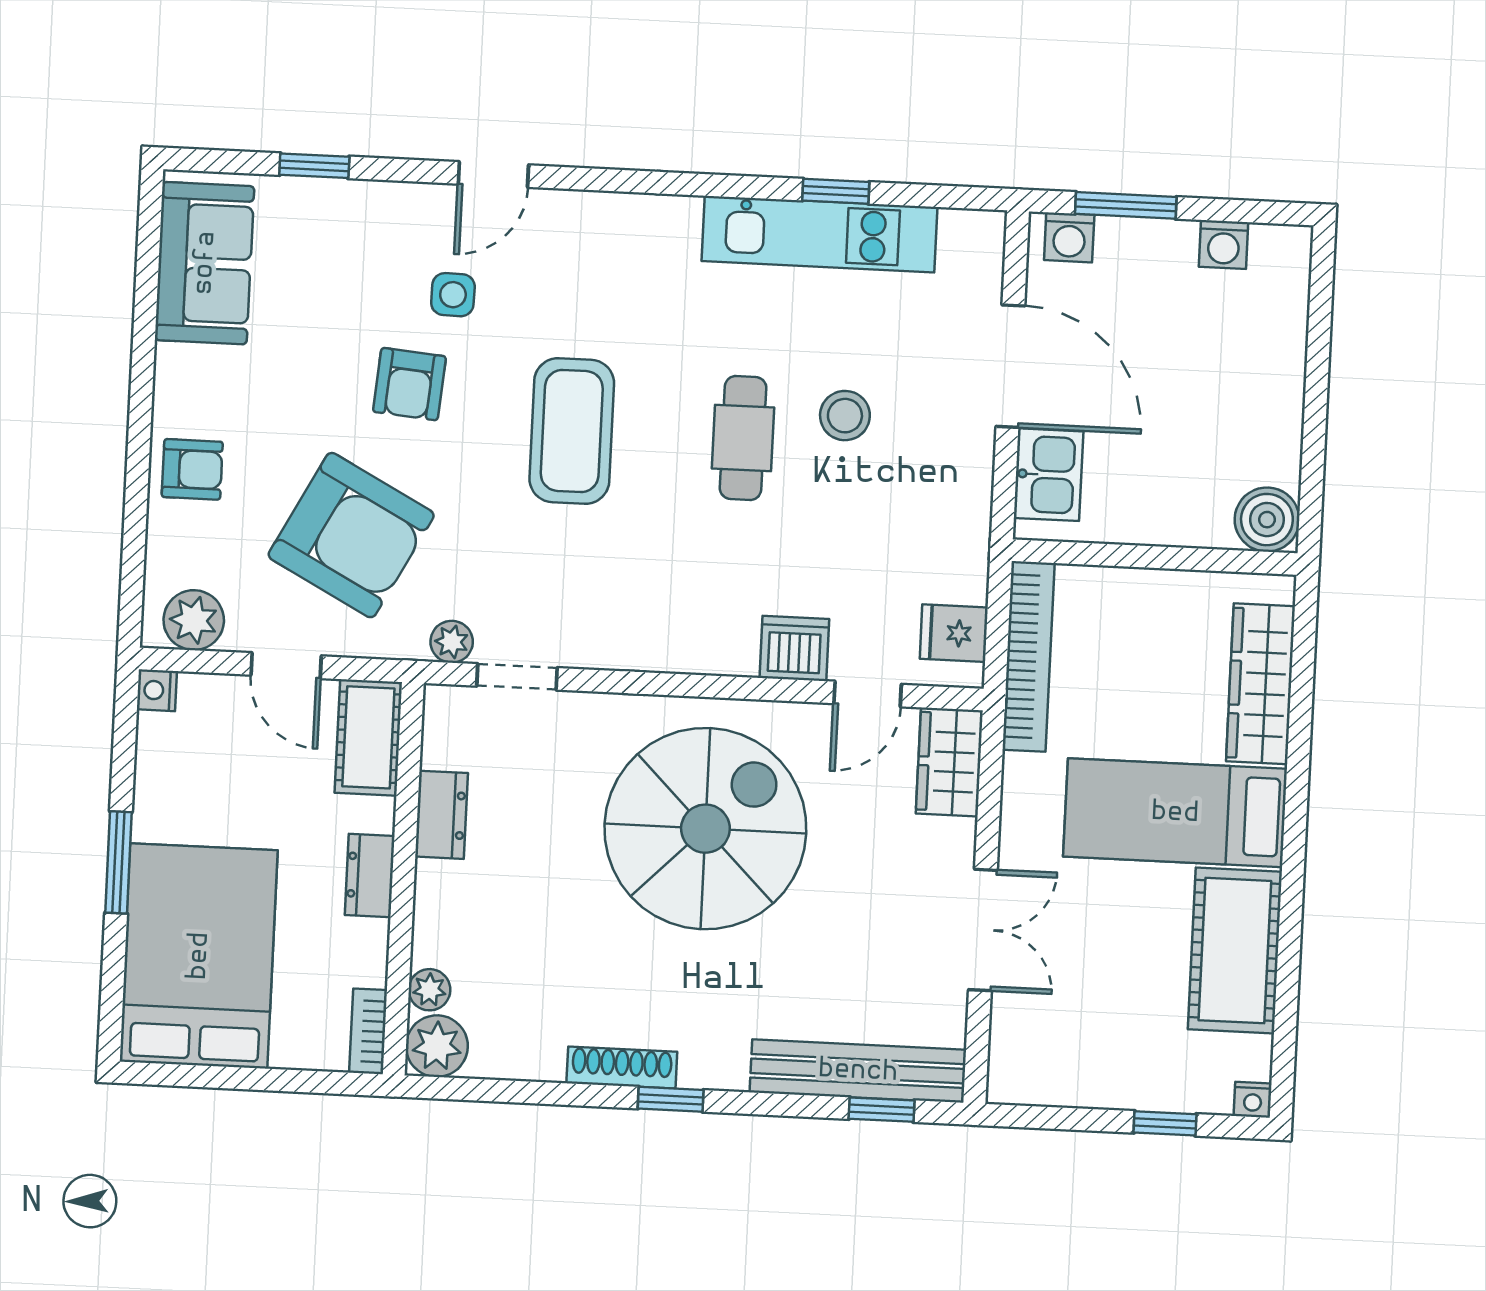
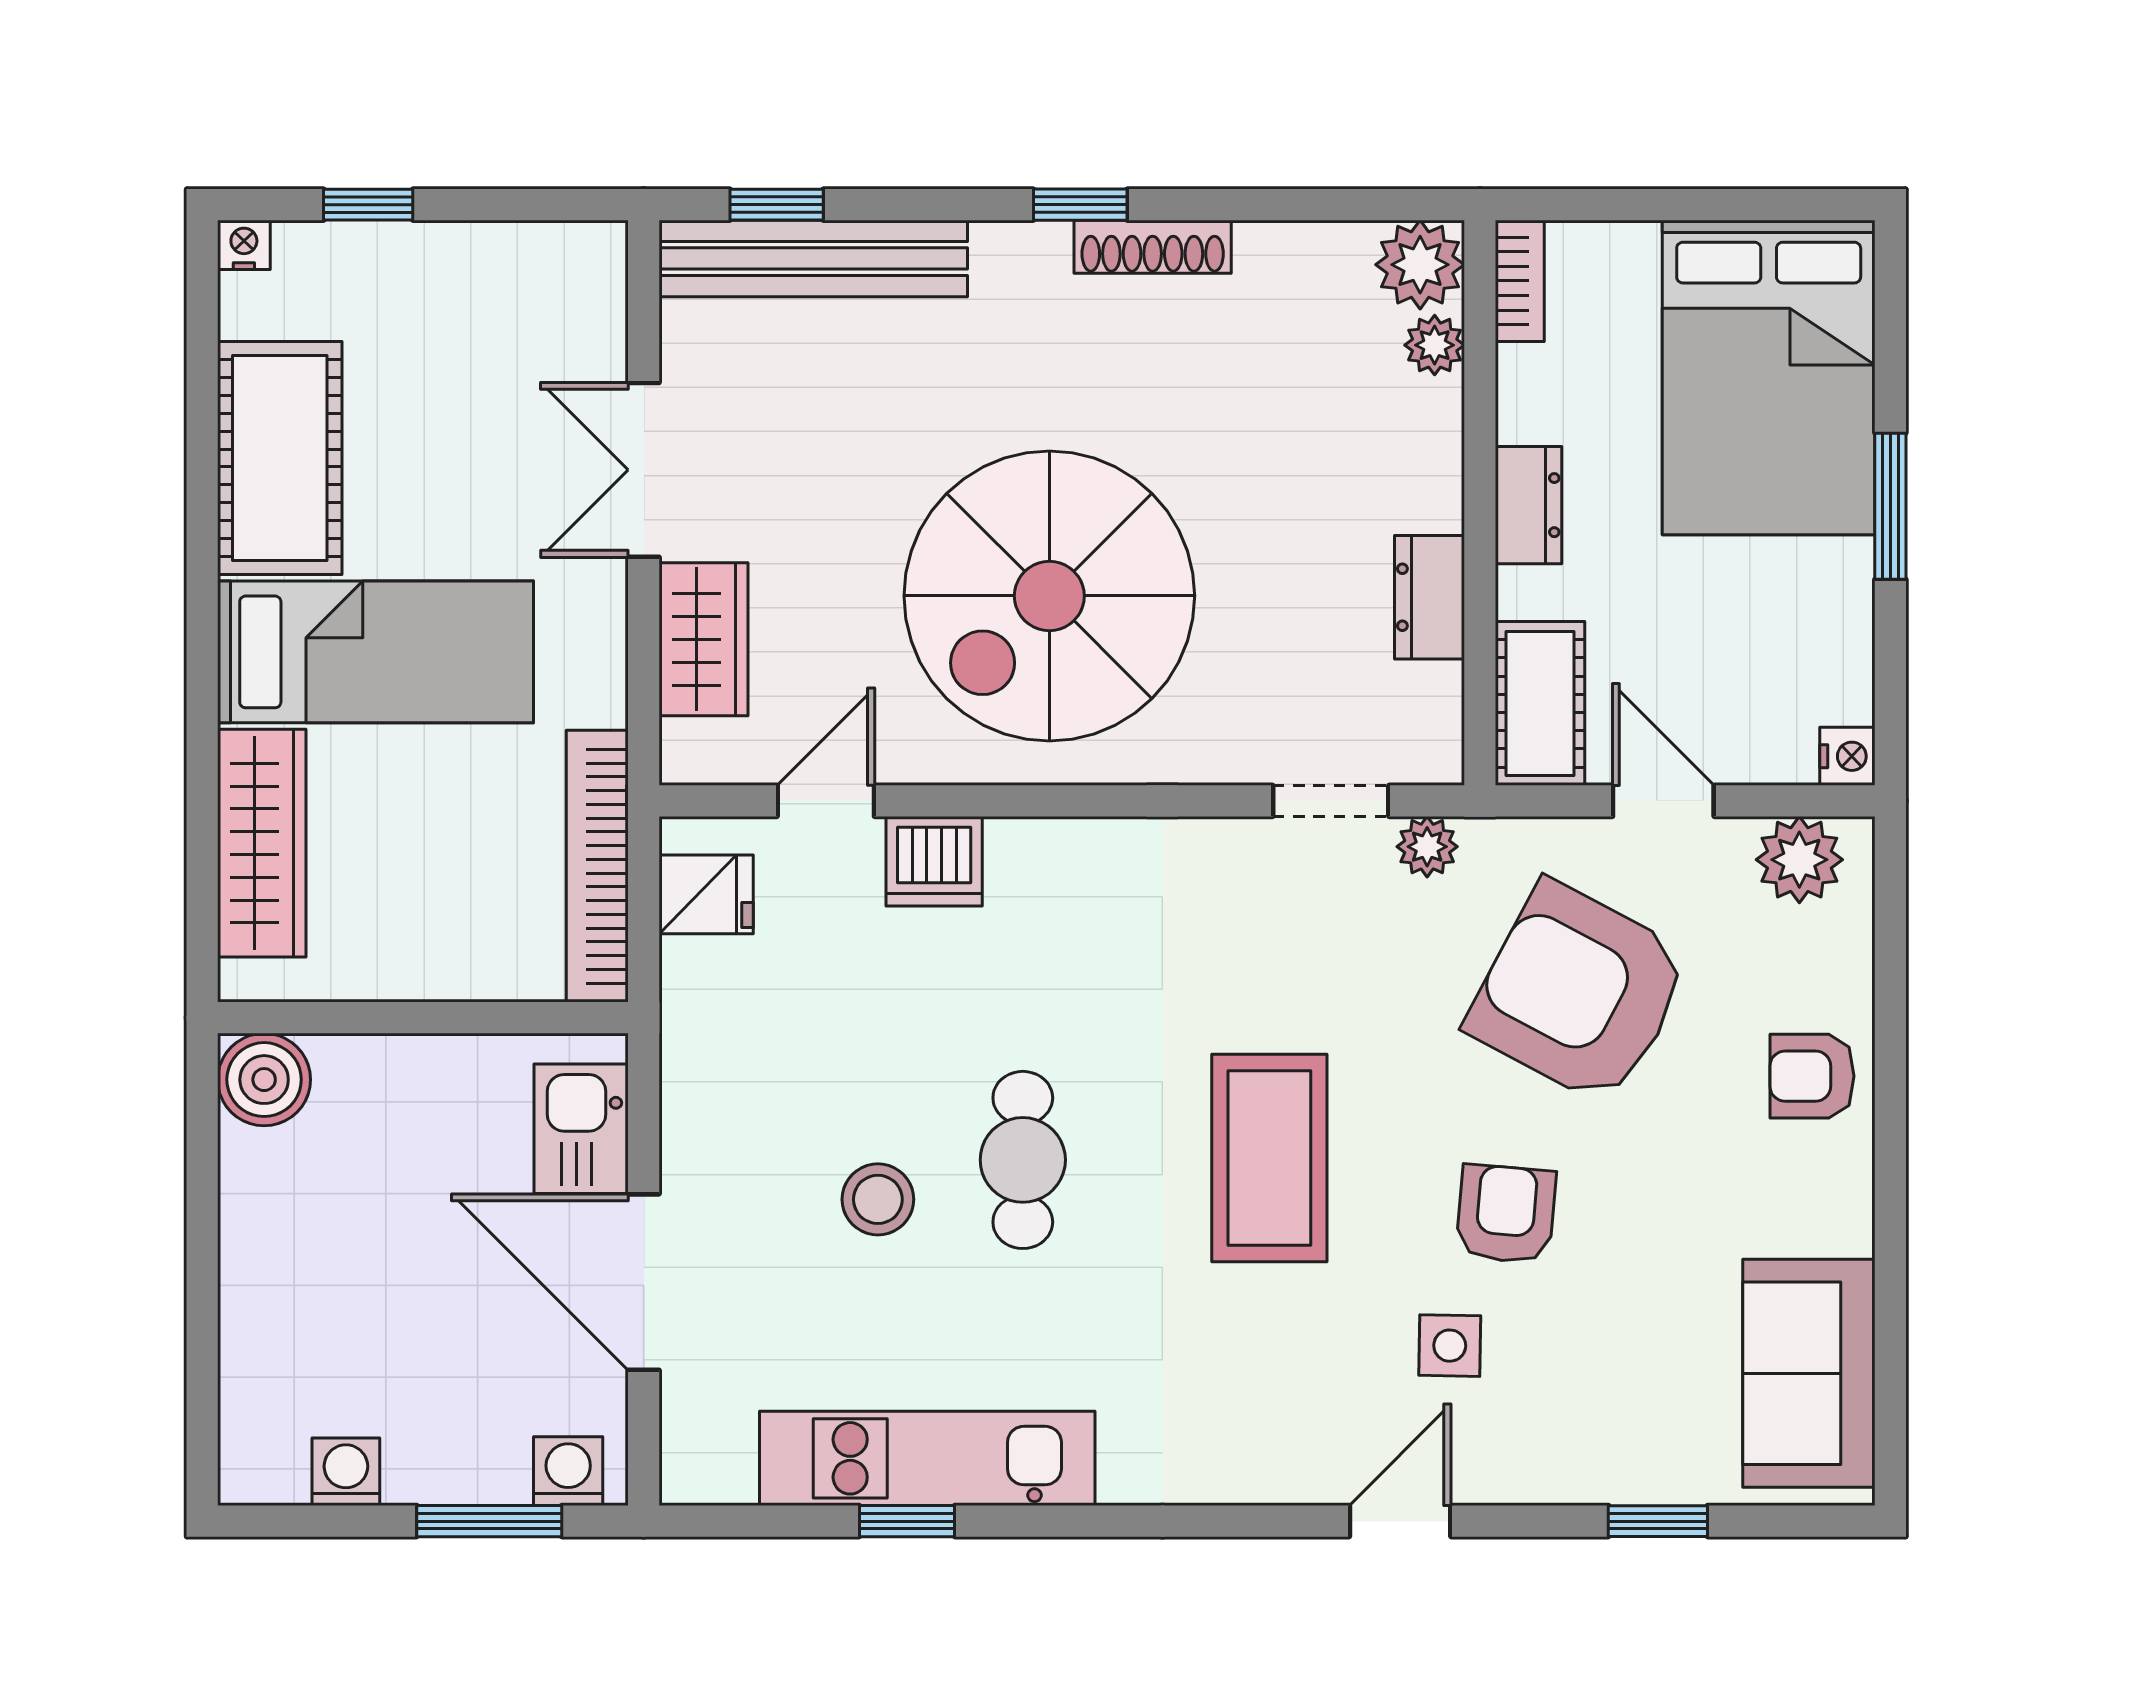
wardrobe: (949, 762) -> (704, 639), moved

